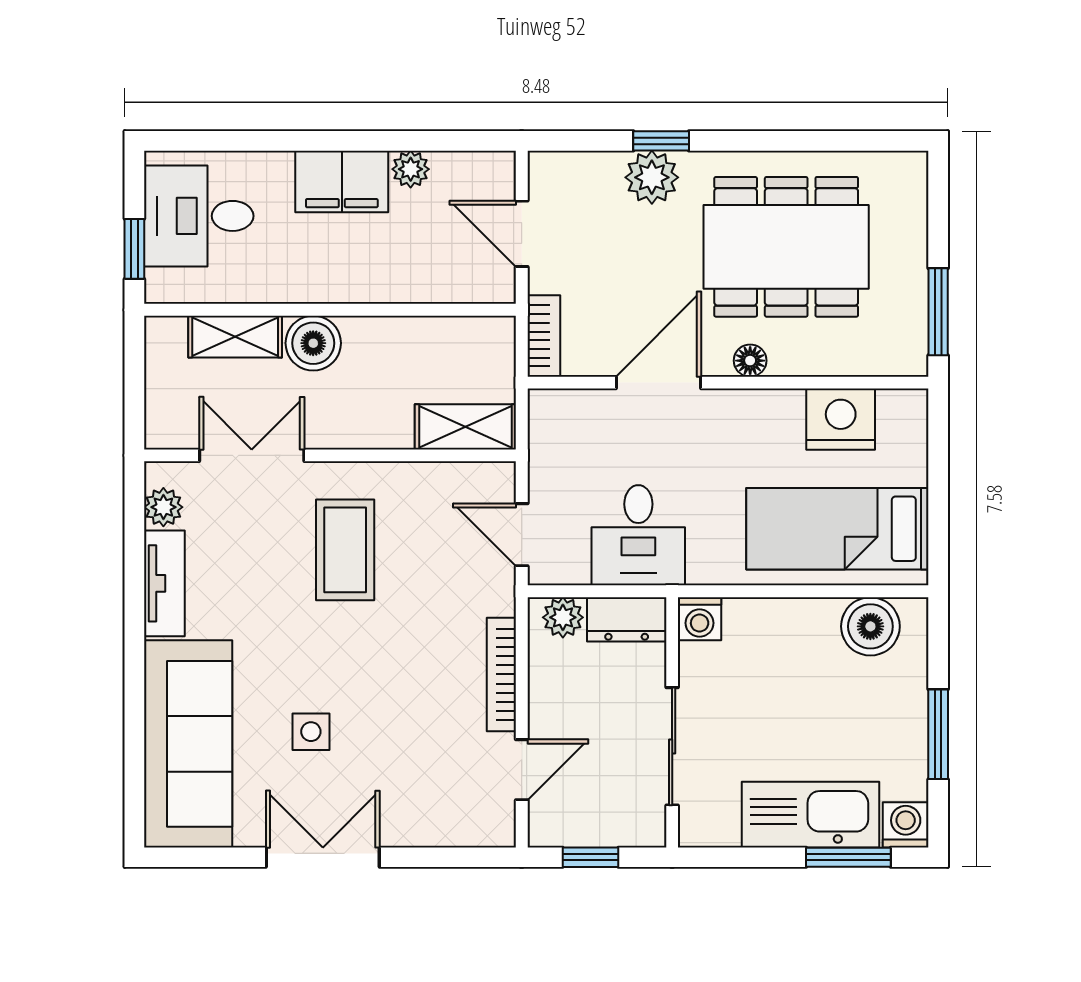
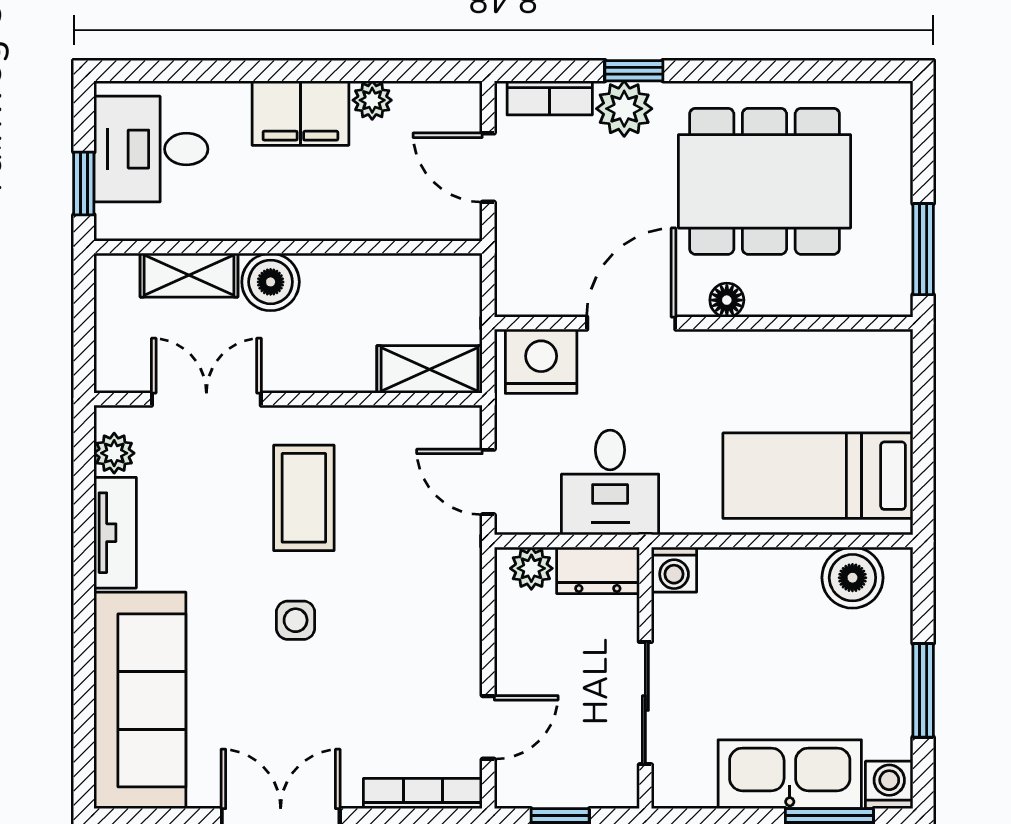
bookcase: (544, 336) -> (550, 98), moved, turned 90
nightstand: (841, 419) -> (541, 361), moved
bookcase: (501, 674) -> (423, 793), moved, turned 90
side table: (311, 732) -> (296, 620), moved

